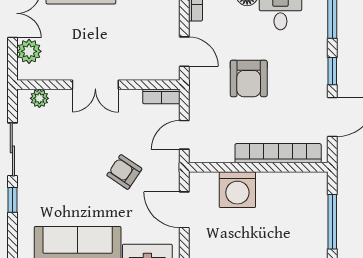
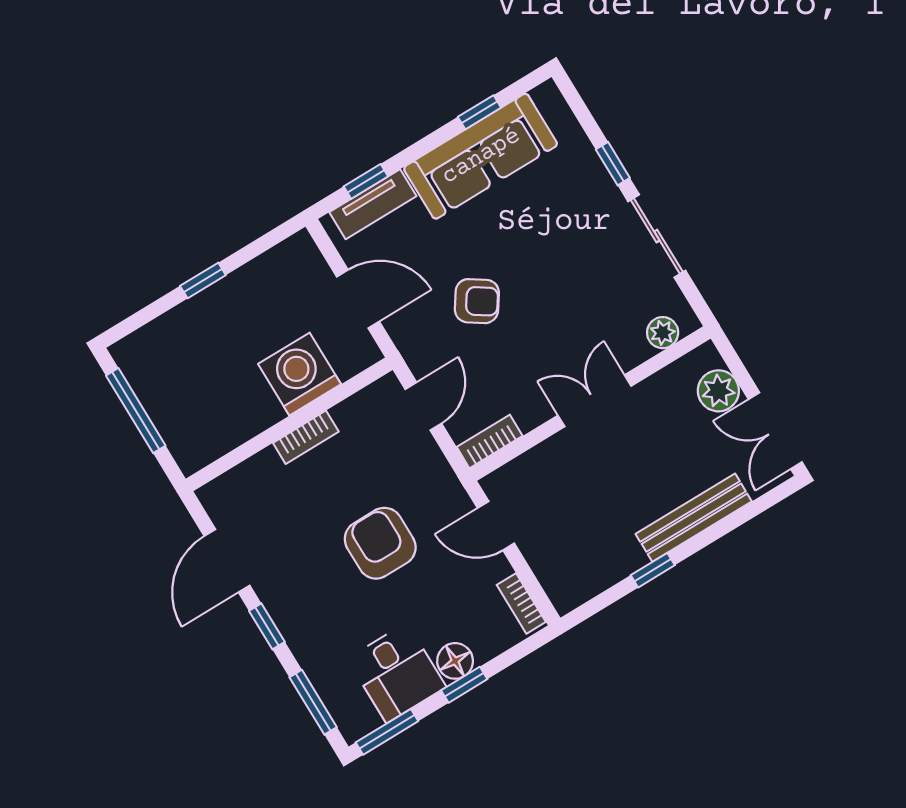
bookcase: (278, 153) -> (306, 437), width x0.43, depth x0.76

